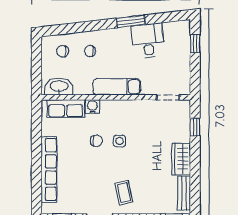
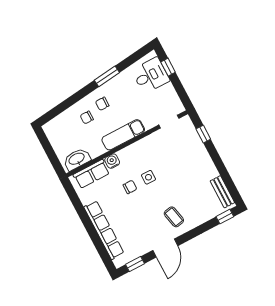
desk: (148, 41) -> (151, 75), moved, turned 97
chair: (62, 51) -> (102, 104), moved
wardrobe: (181, 159) -> (206, 166), removed

